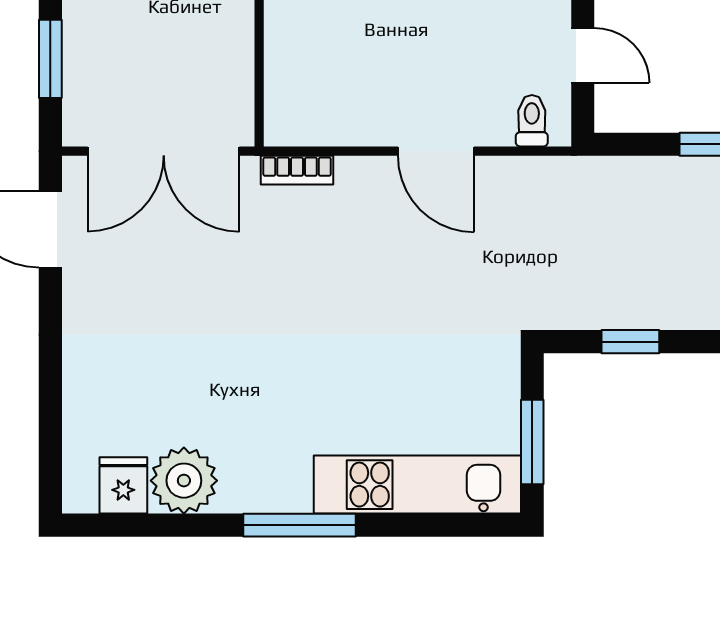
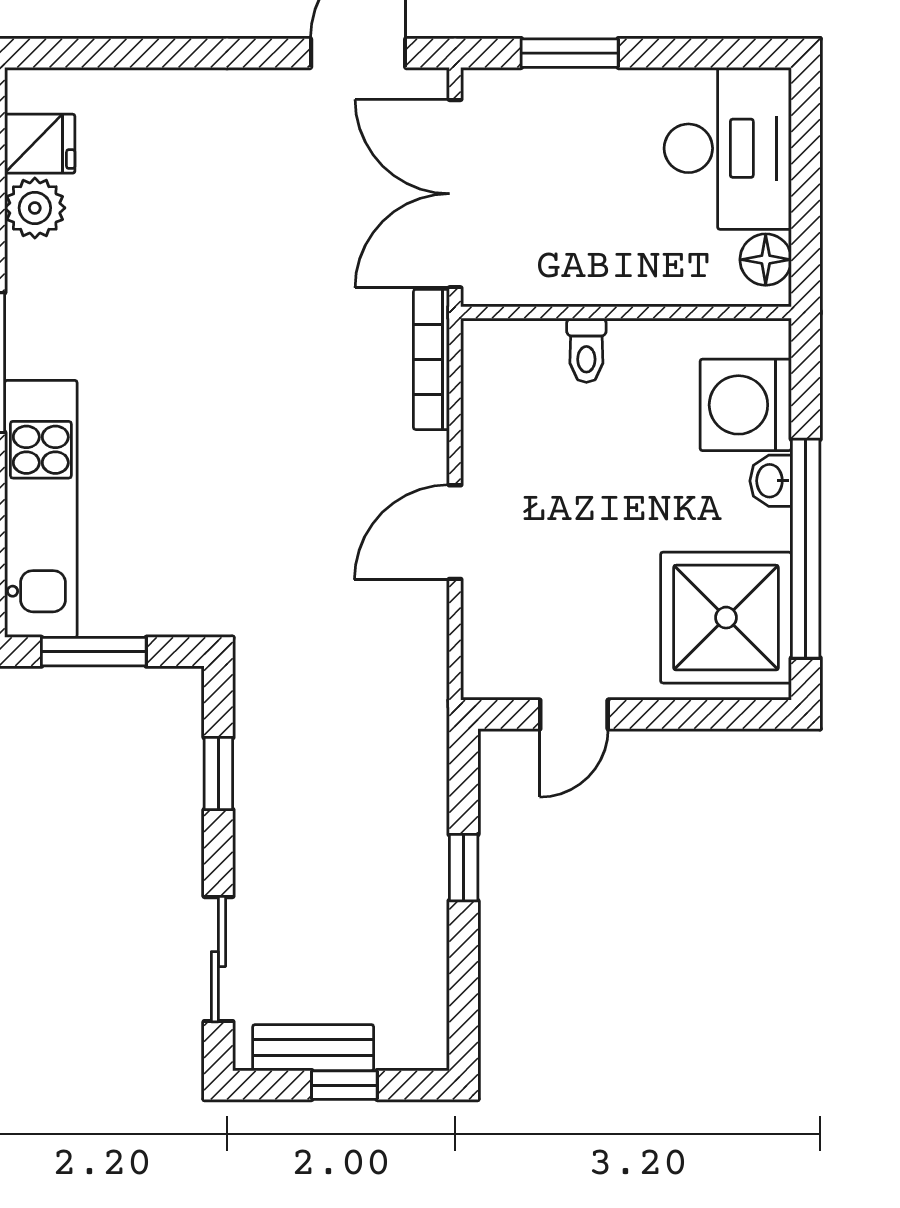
toilet: (532, 121) -> (586, 350), moved, turned 90
bookcase: (297, 170) -> (431, 360), width x1.56
plant: (184, 481) -> (35, 208), width x0.73, depth x0.73

